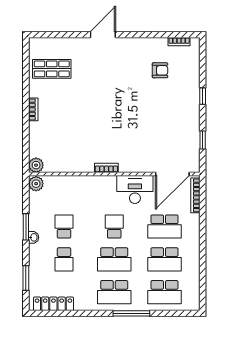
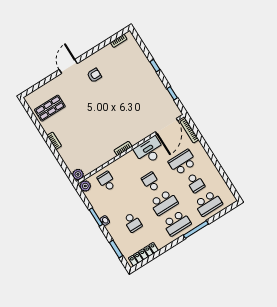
armchair: (160, 70) -> (94, 75), moved
school desk: (64, 226) -> (107, 181), moved
school desk: (164, 226) -> (182, 162), turned 180
school desk: (164, 259) -> (195, 183), width x0.54

